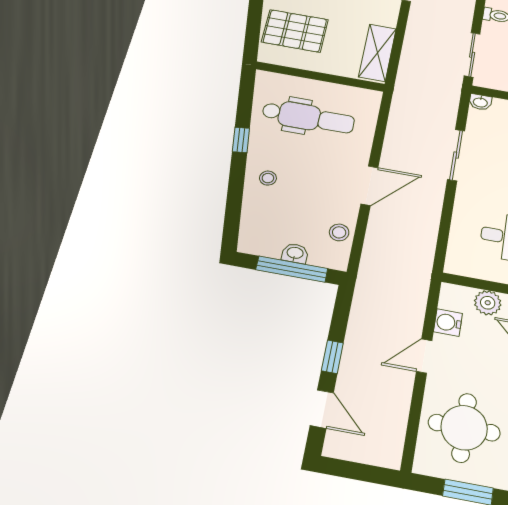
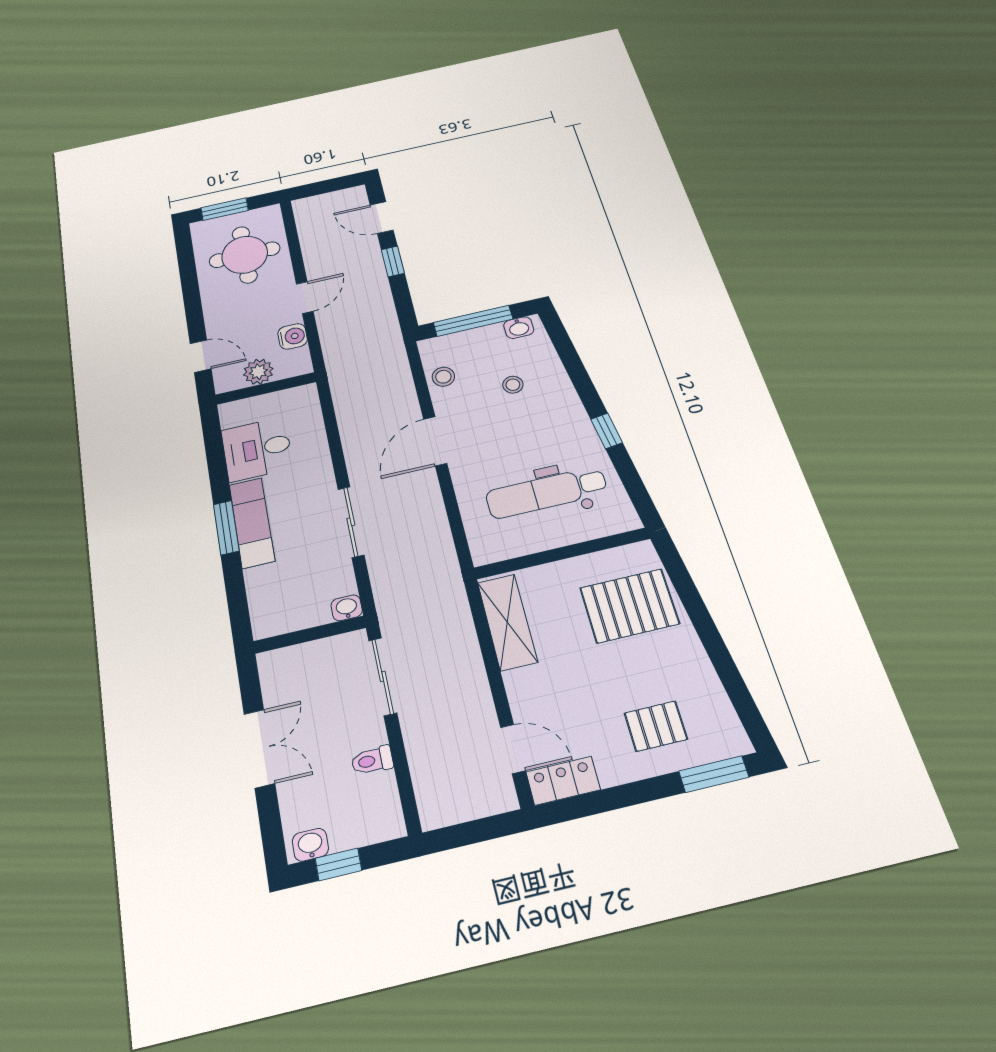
stool: (268, 178) -> (513, 385), moved
washbasin: (295, 253) -> (519, 328), moved

